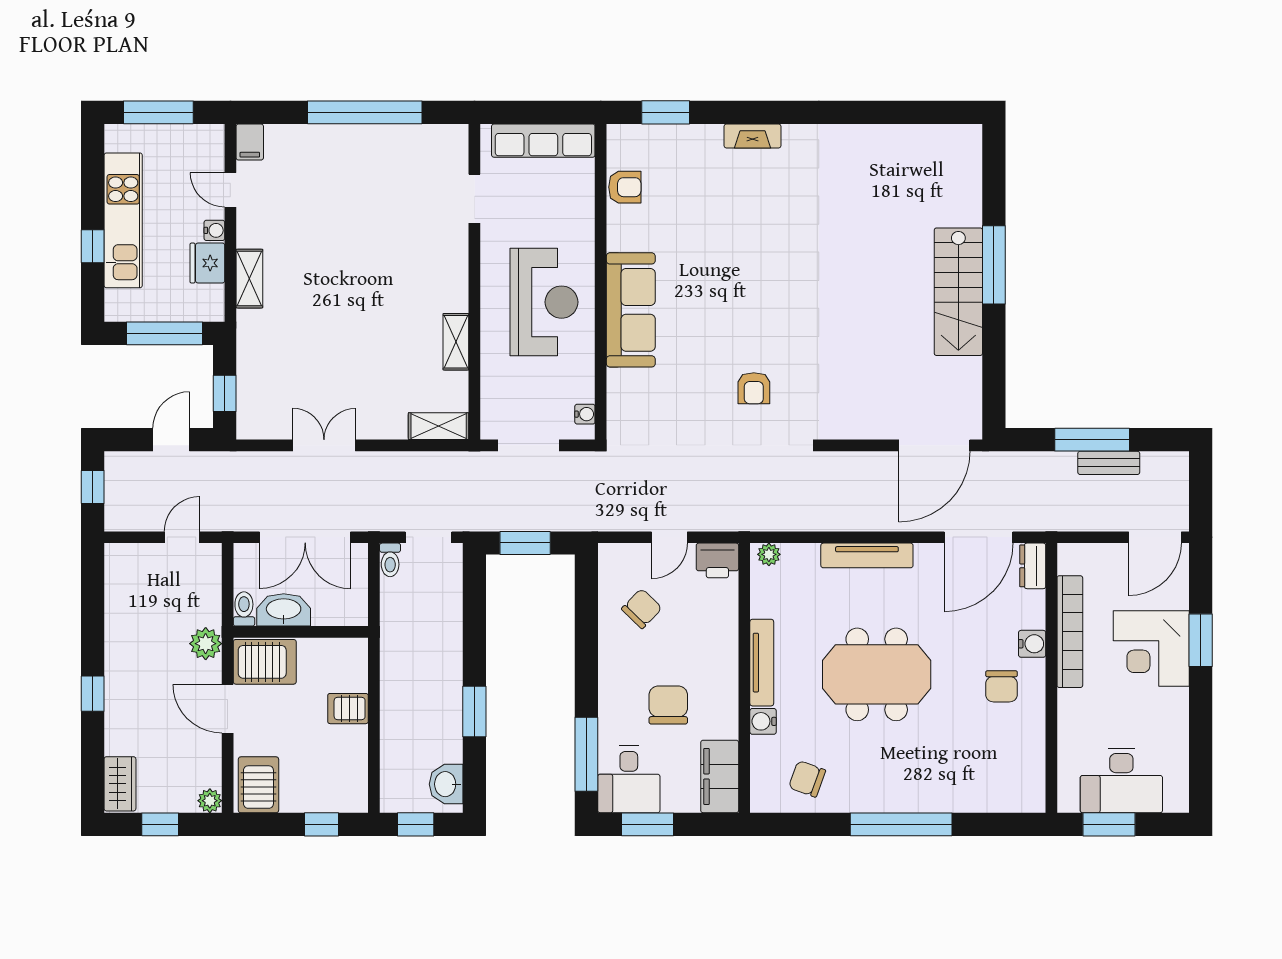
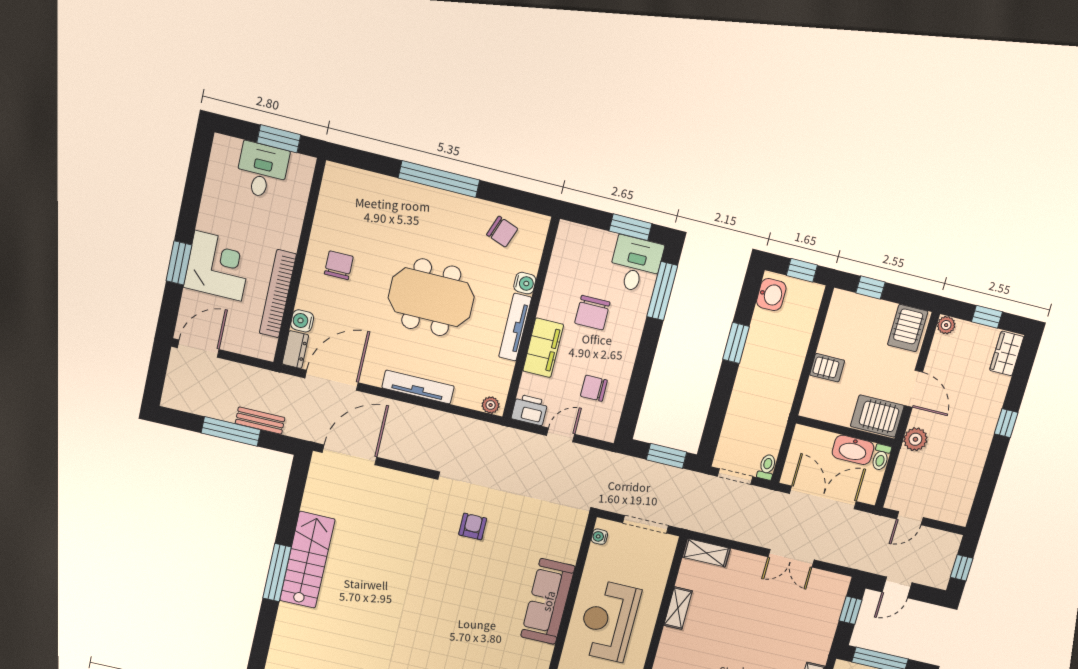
bench: (1109, 463) -> (260, 421), moved
chair: (642, 609) -> (594, 388), turned 46
water cooler: (1032, 644) -> (302, 321), moved
filing cabinet: (720, 776) -> (543, 348), moved
desk: (1121, 781) -> (262, 170), width x0.73

